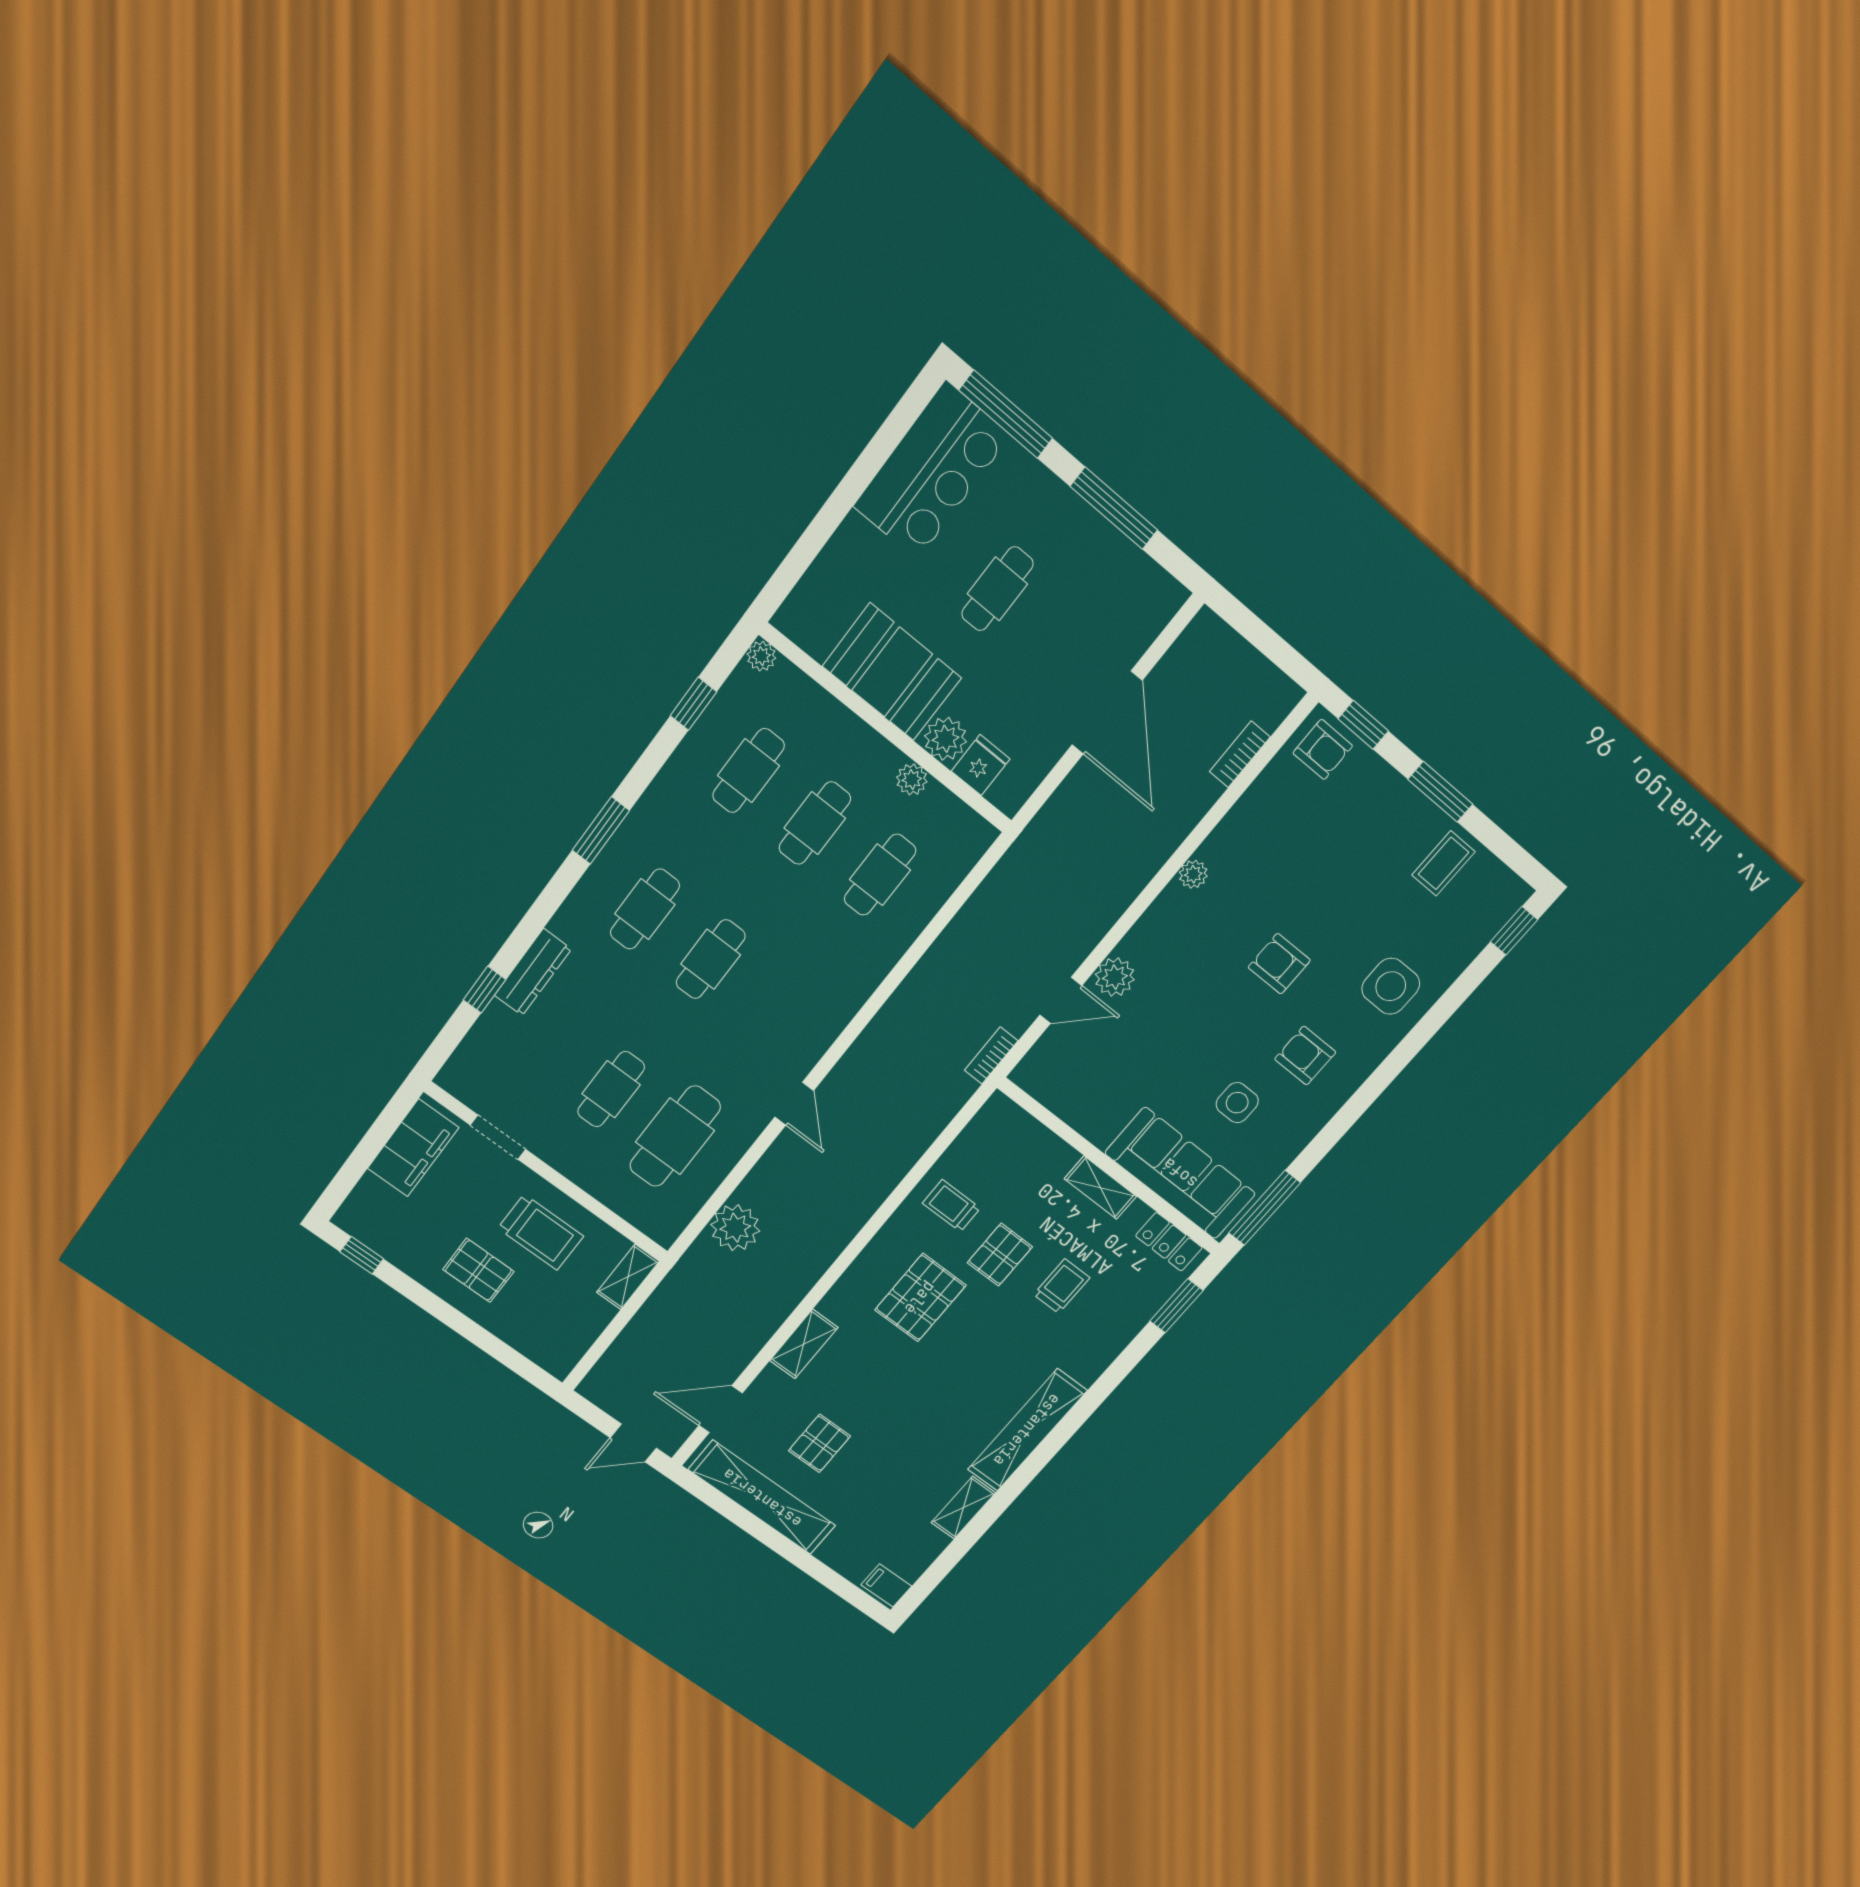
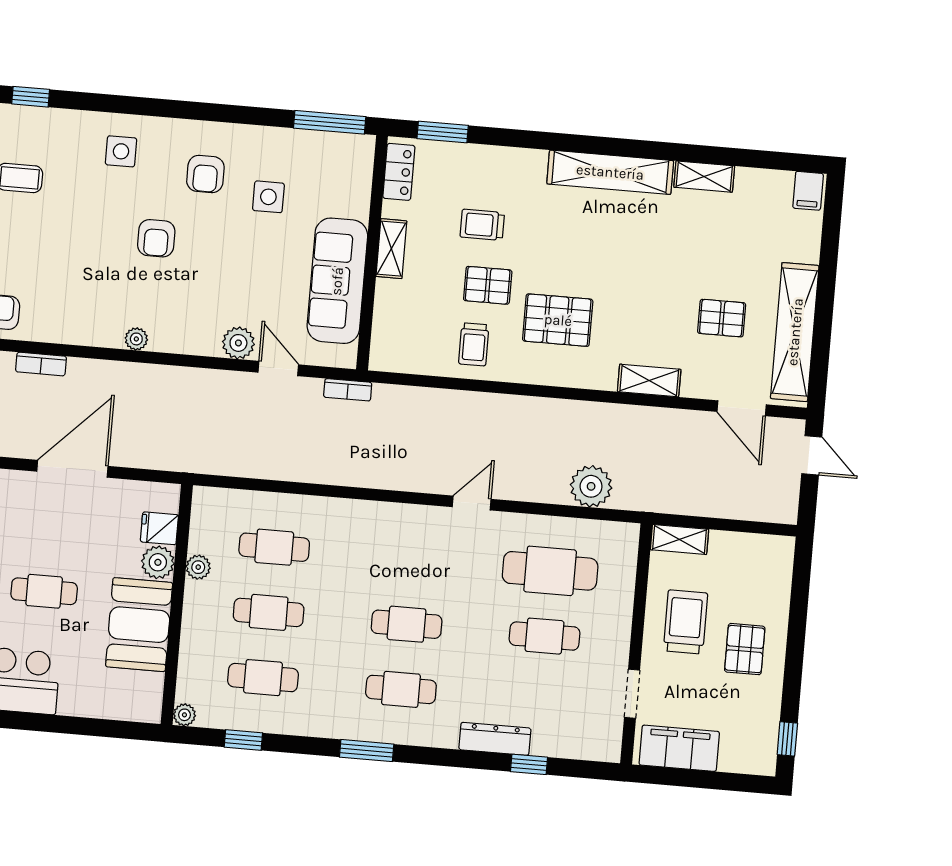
side table: (1391, 986) -> (121, 151), width x0.73, depth x0.73
sofa: (1180, 1173) -> (337, 281), moved

